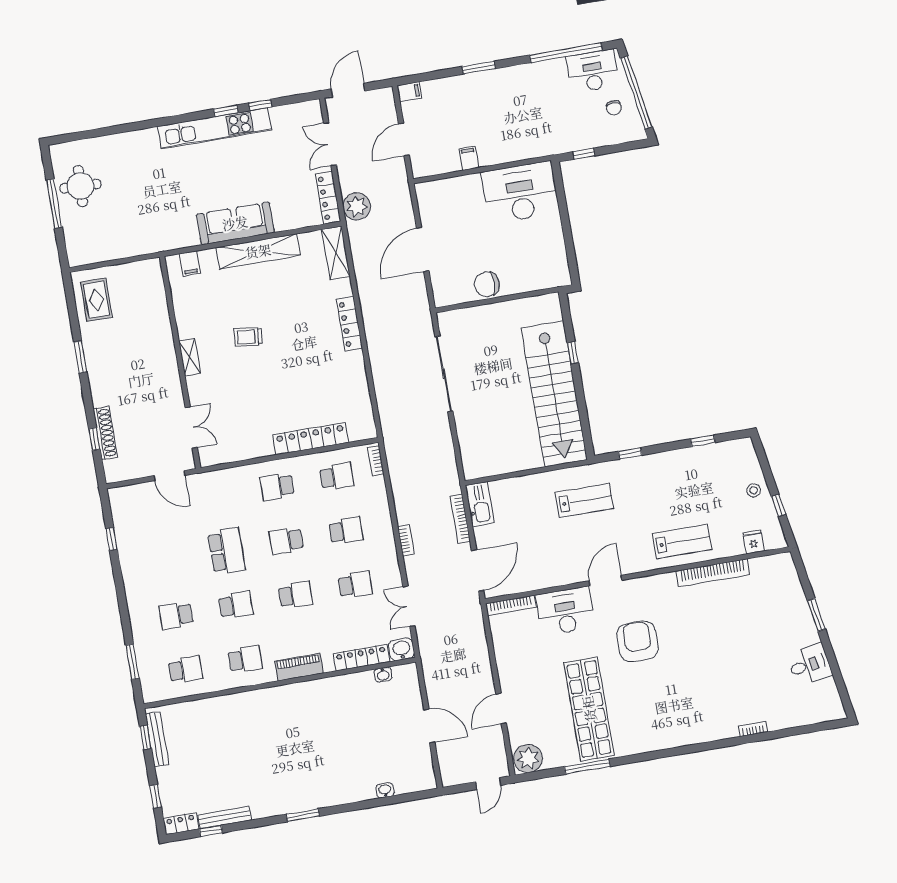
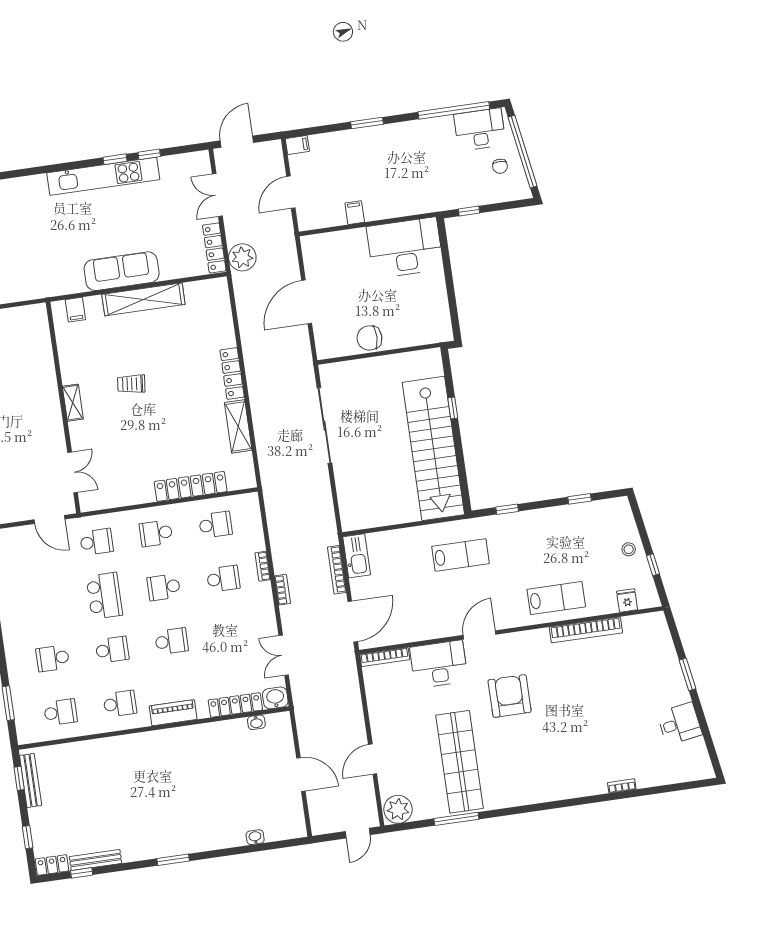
shelving: (336, 253) -> (238, 426), moved
bookcase: (376, 461) -> (263, 566), moved
school desk: (355, 585) -> (97, 542), moved

